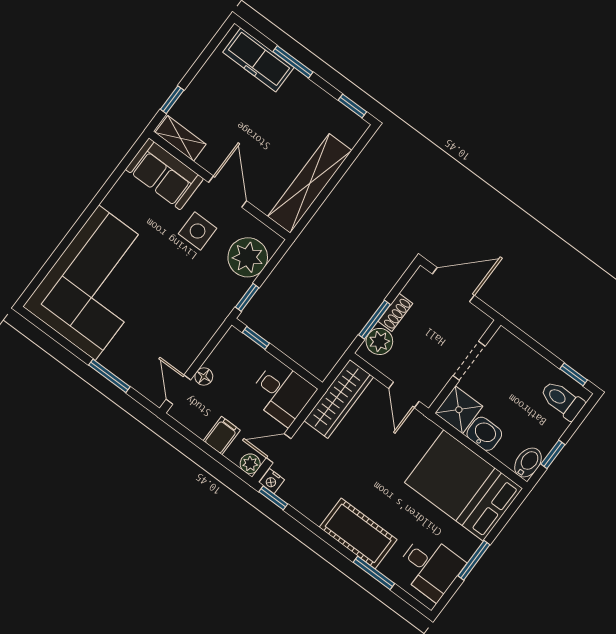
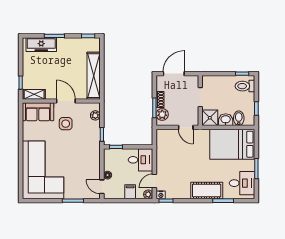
plant: (248, 257) -> (95, 115), width x0.53, depth x0.53
wardrobe: (339, 399) -> (163, 147), removed
bidet: (528, 463) -> (239, 118), moved

